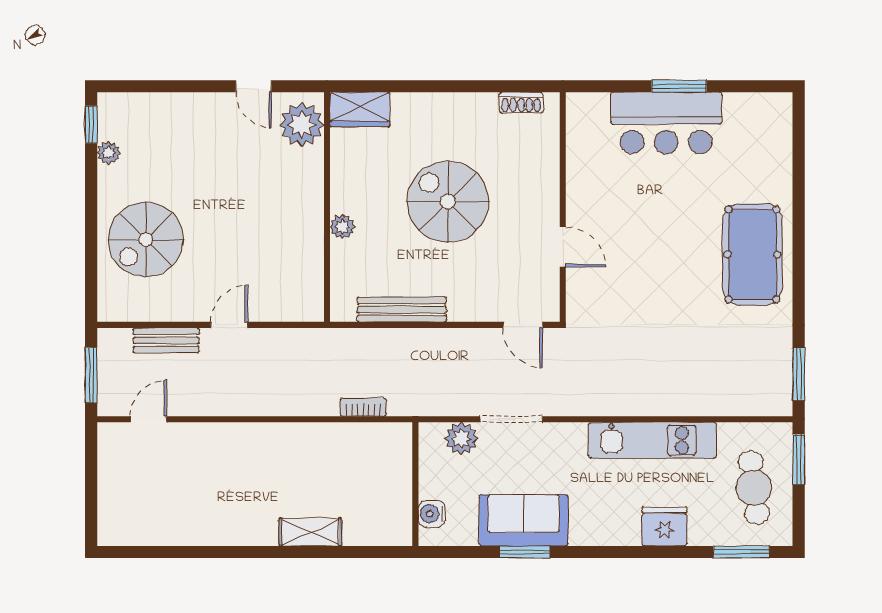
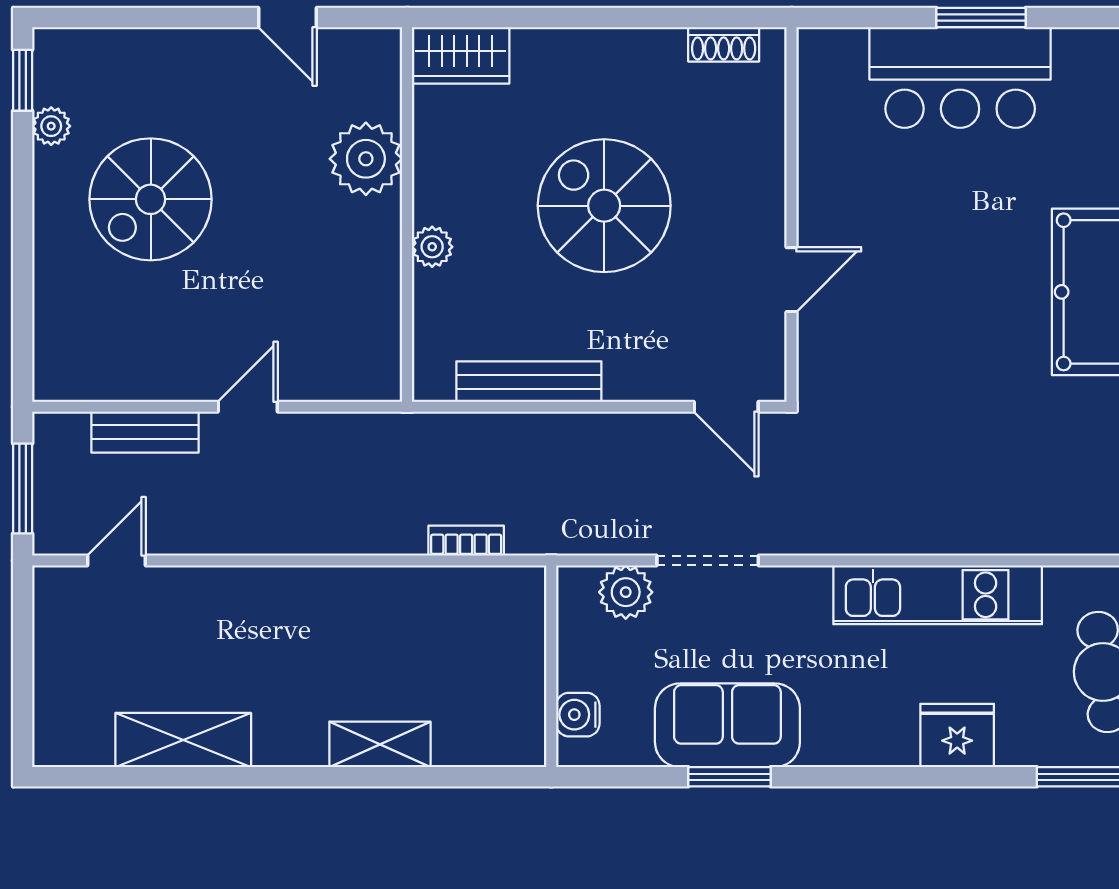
plant: (302, 125) -> (366, 159), moved
spiral stairs: (146, 240) -> (151, 199), moved
door: (563, 247) -> (791, 280), hinge flipped
shelving: (190, 529) -> (183, 740), added

